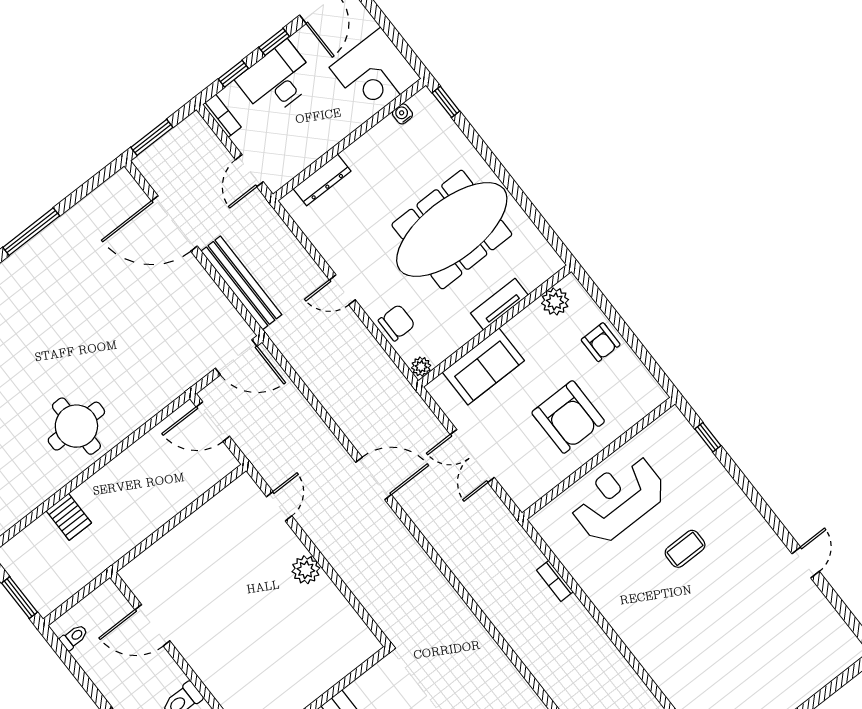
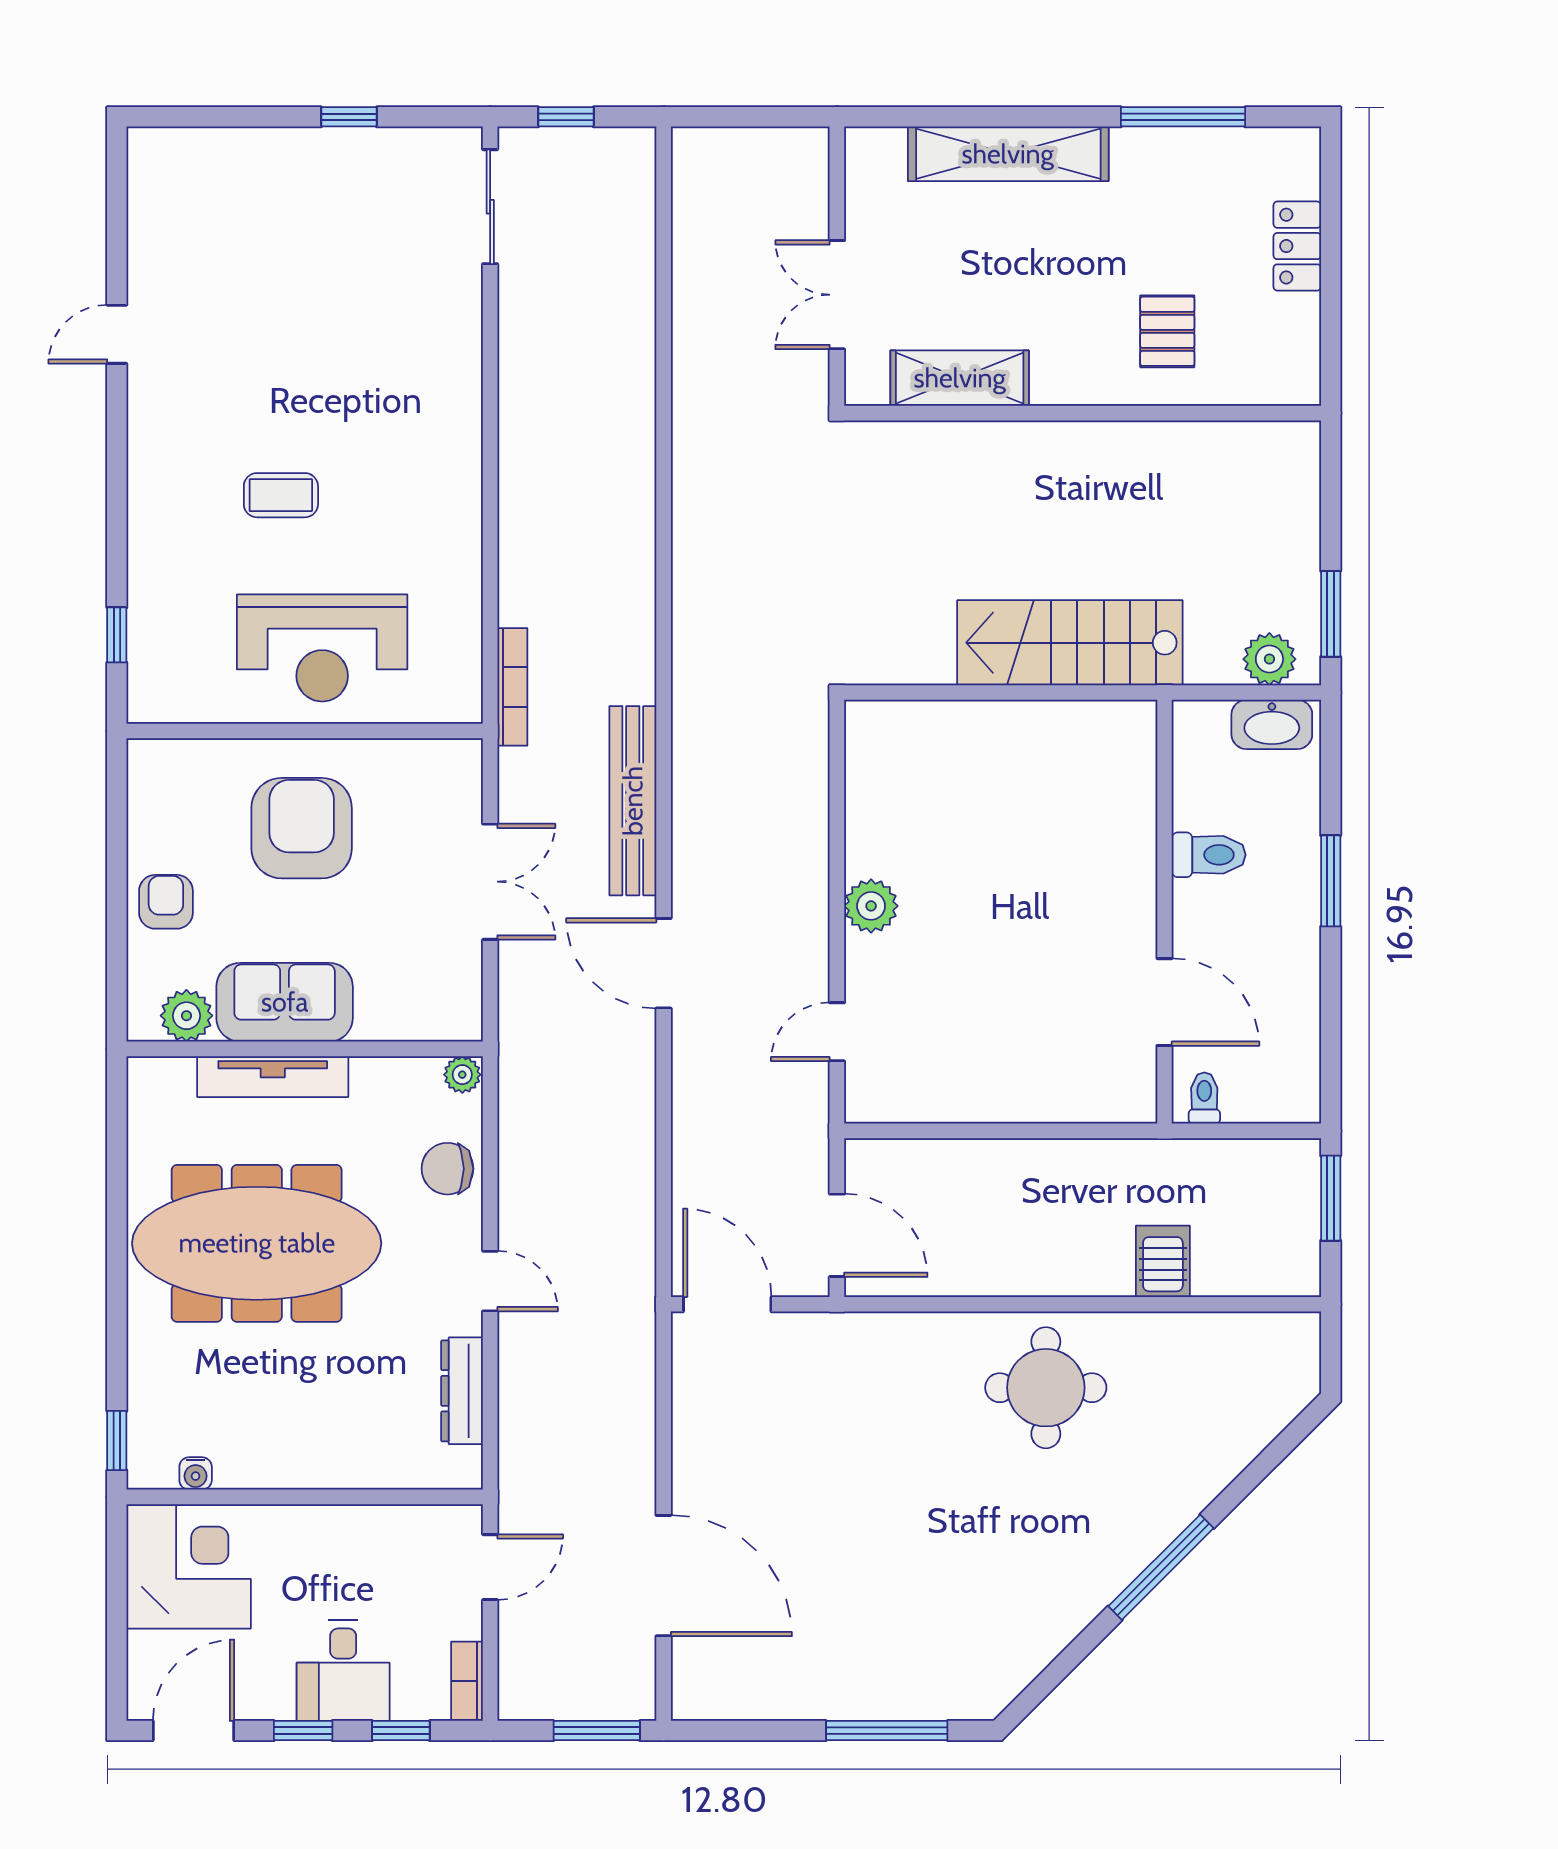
desk: (277, 80) -> (343, 1671), width x0.73
dresser: (322, 180) -> (462, 1391), moved, turned -90
bench: (241, 283) -> (633, 801), moved
tv unit: (499, 304) -> (273, 1077), width x1.41
sofa: (483, 366) -> (285, 1002), moved
bookcase: (555, 581) -> (512, 687), moved, width x1.56
toilet: (74, 637) -> (1204, 1098), moved, turned 90

